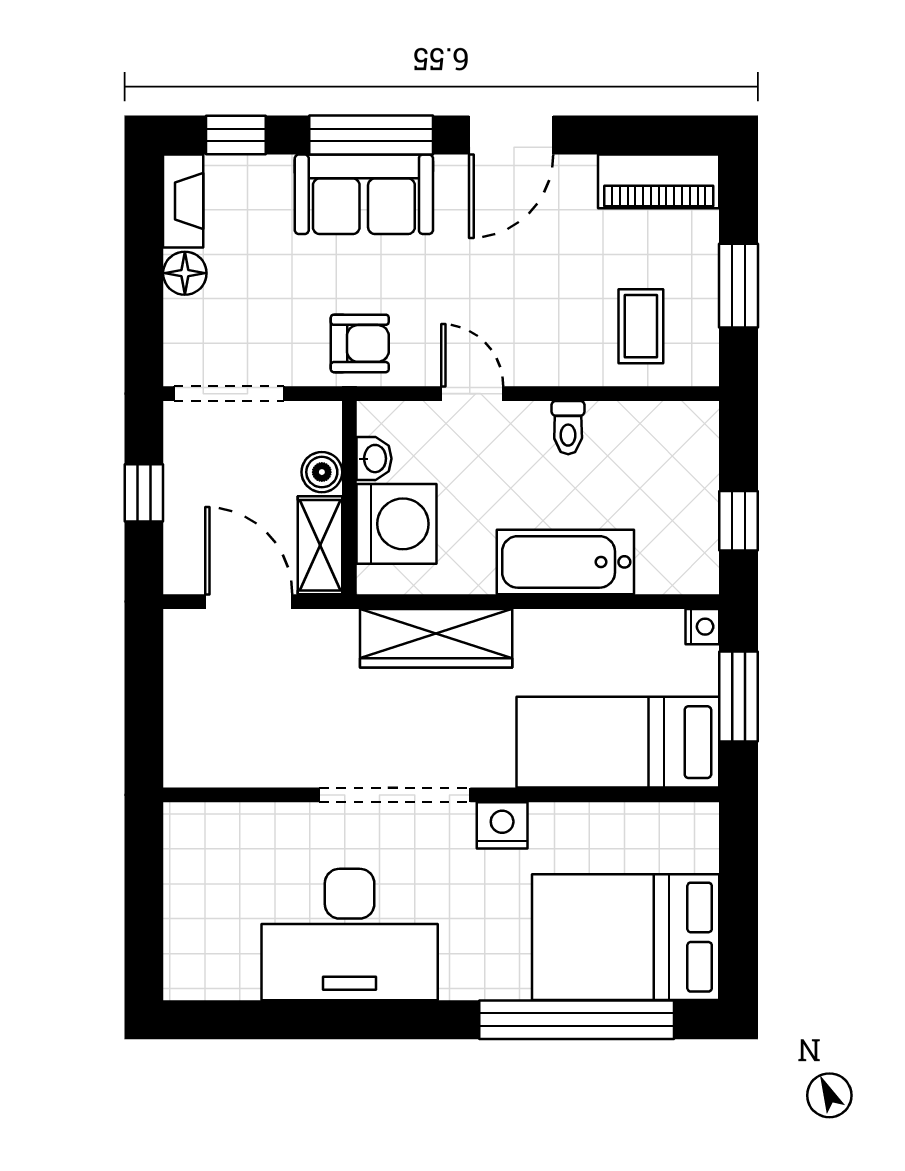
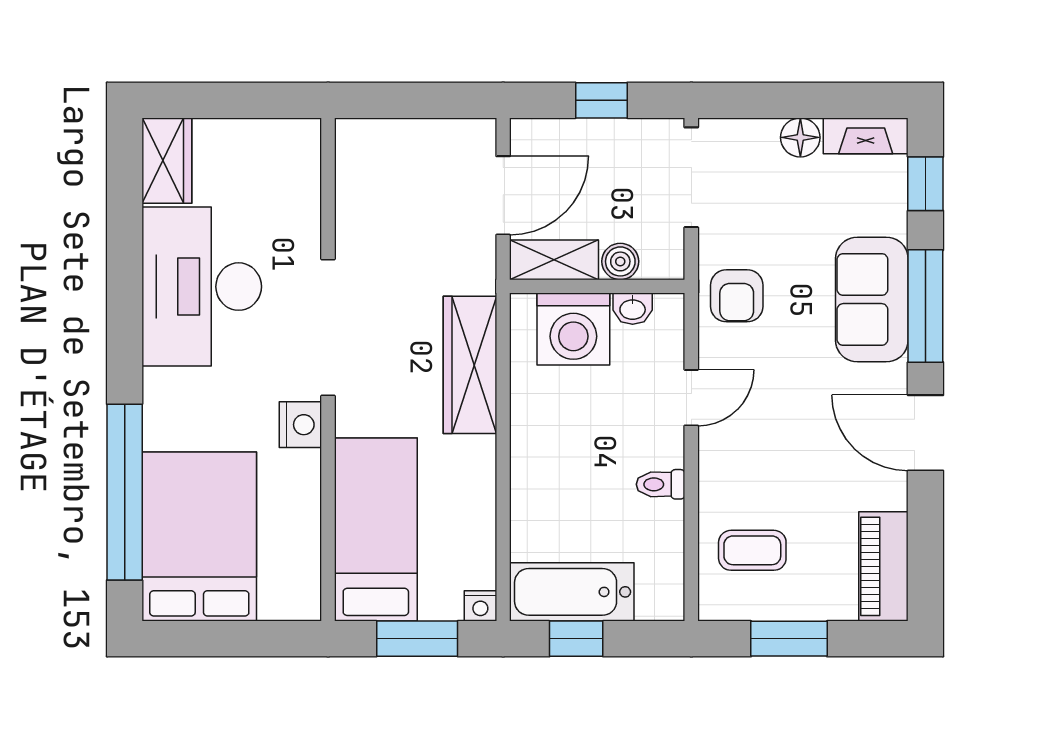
bathtub: (565, 562) -> (572, 592), moved, turned -90
wardrobe: (210, 973) -> (167, 161), added

